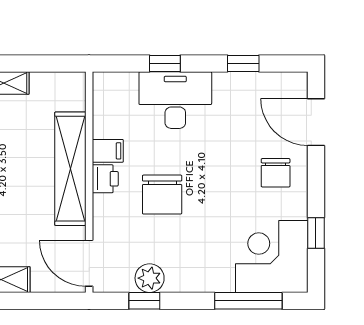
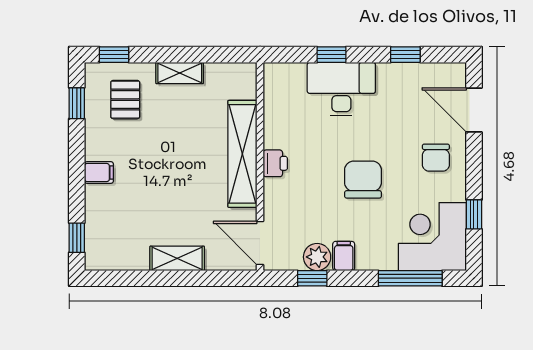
filing cabinet: (108, 151) -> (344, 256), moved, turned -90
chair: (162, 195) -> (363, 180), moved, turned 180

